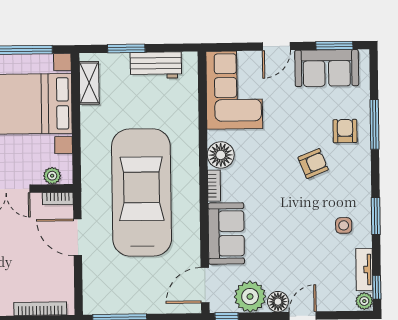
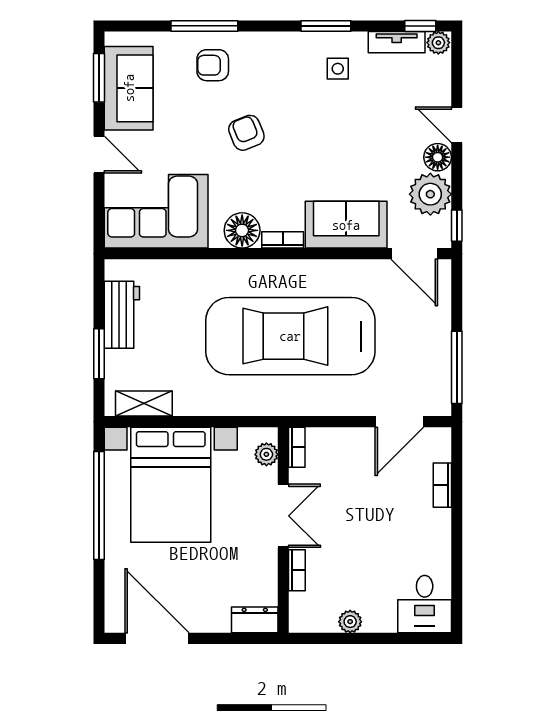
armchair: (313, 164) -> (246, 133), moved
door: (78, 237) -> (399, 422), moved
bookcase: (40, 309) -> (442, 485), width x0.64

